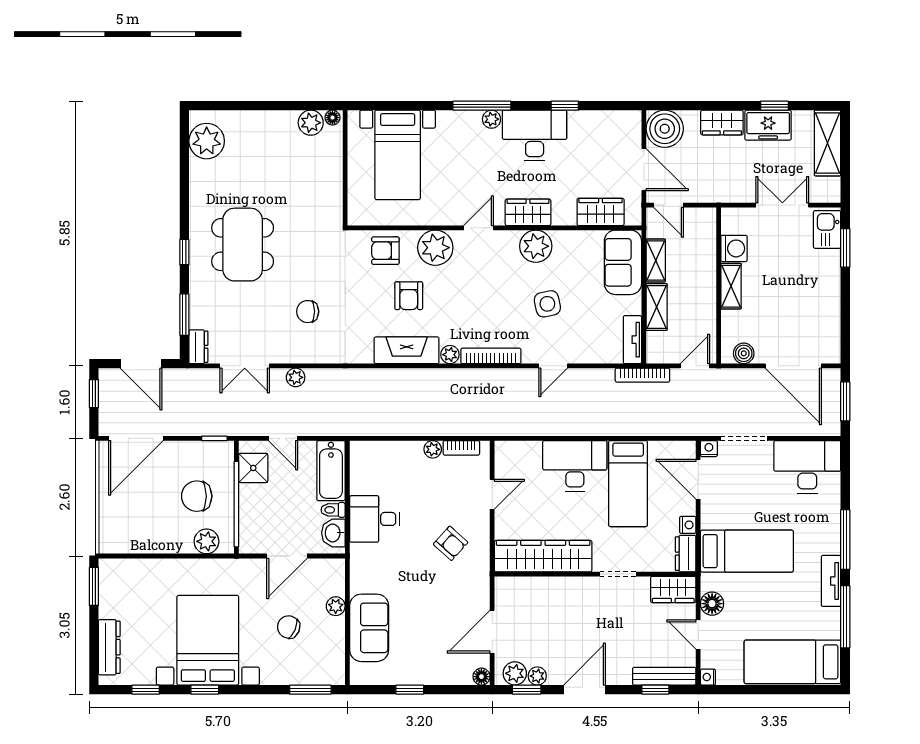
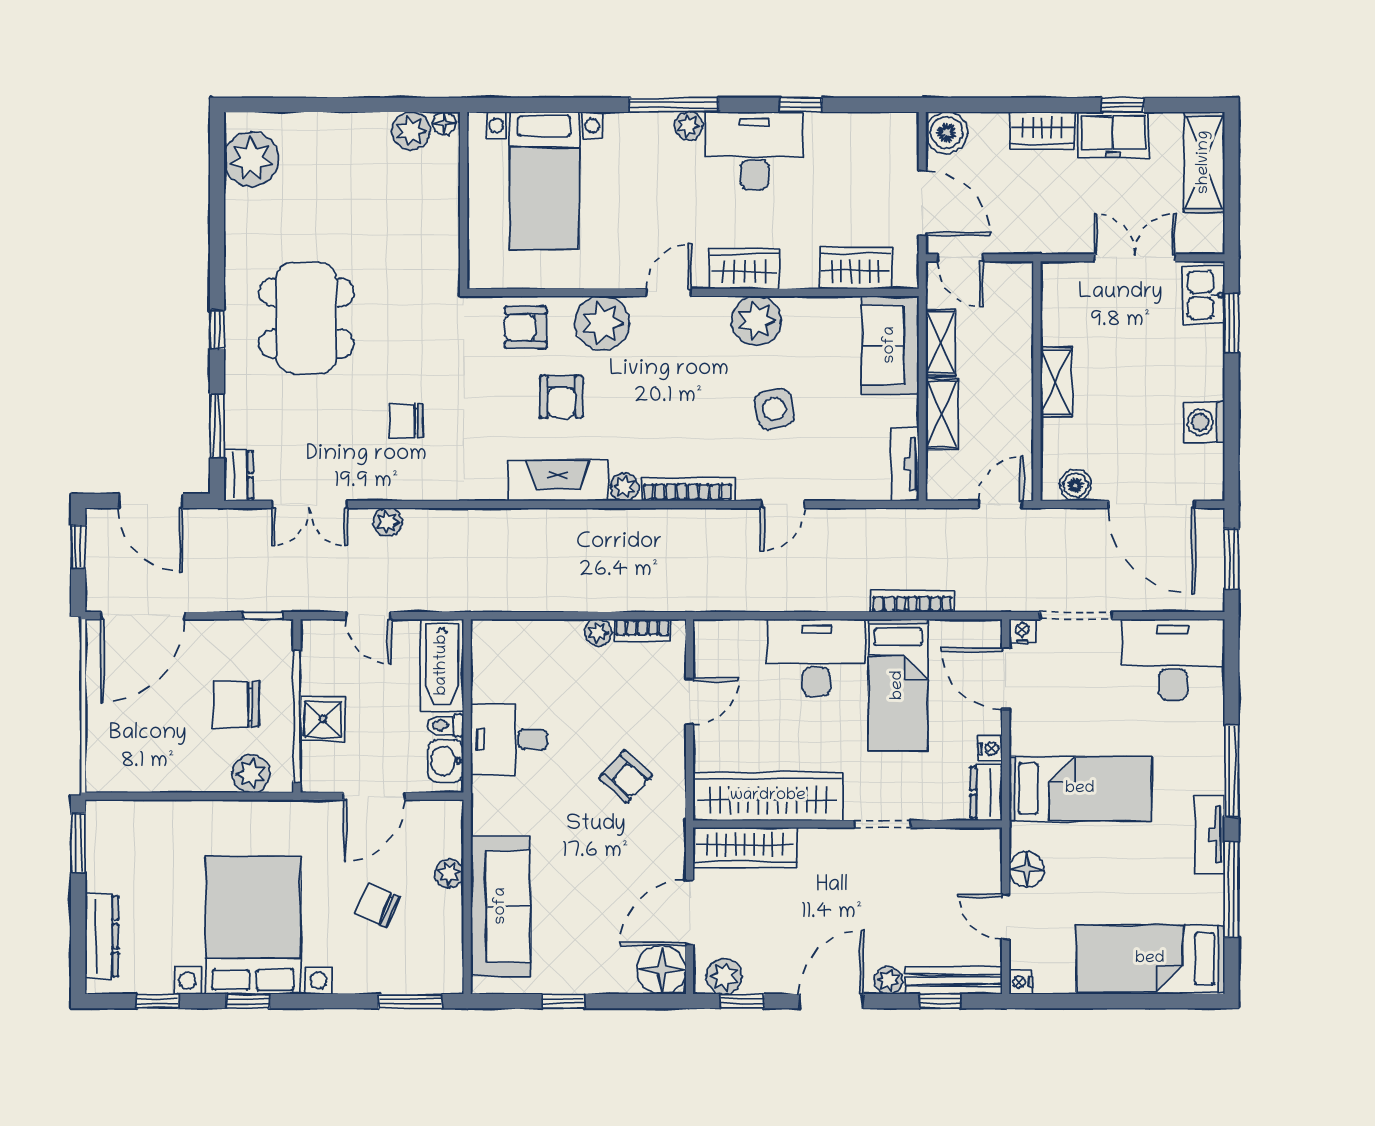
boiler: (665, 129) -> (947, 133), width x0.73, depth x0.73
washing machine: (734, 248) -> (1204, 422), moved, turned 180
bookcase: (642, 375) -> (912, 601), moved, turned 180
shower: (253, 468) -> (323, 719), moved
wardrobe: (673, 589) -> (745, 848), moved, width x1.50
sofa: (369, 628) -> (501, 906), width x1.36
plant: (537, 676) -> (888, 980), moved
floor lamp: (481, 677) -> (662, 970), width x1.89, depth x1.89

